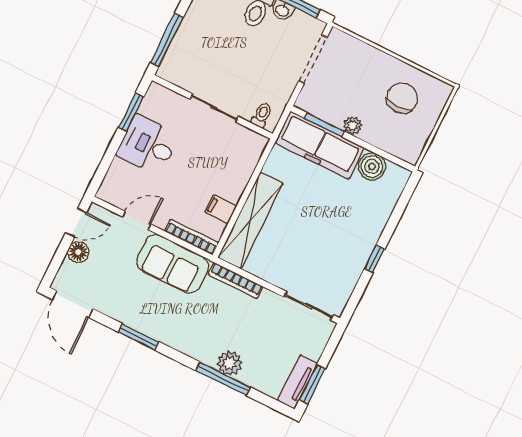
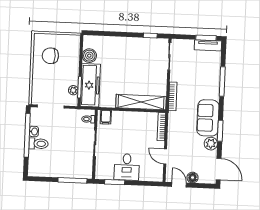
plant: (353, 126) -> (73, 90), moved
filing cabinet: (221, 209) -> (106, 117), moved
window: (375, 259) -> (150, 35), moved
sofa: (173, 264) -> (208, 118), moved, turned 180
door: (73, 304) -> (219, 169), hinge flipped
plant: (230, 363) -> (211, 144), moved

